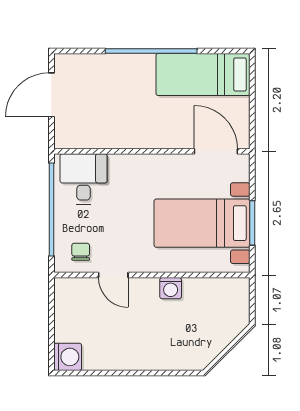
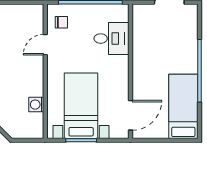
desk: (84, 179) -> (111, 39), moved
washing machine: (171, 288) -> (36, 105), moved

